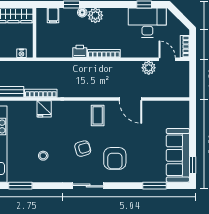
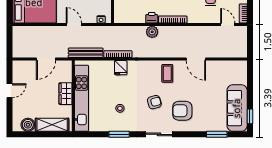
plant: (149, 68) -> (152, 32), moved
armchair: (115, 158) -> (182, 111), turned 90
window: (20, 186) -> (119, 134), moved

